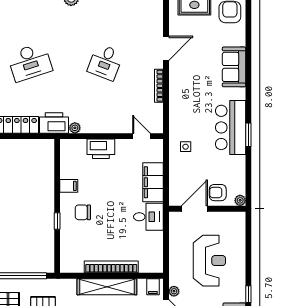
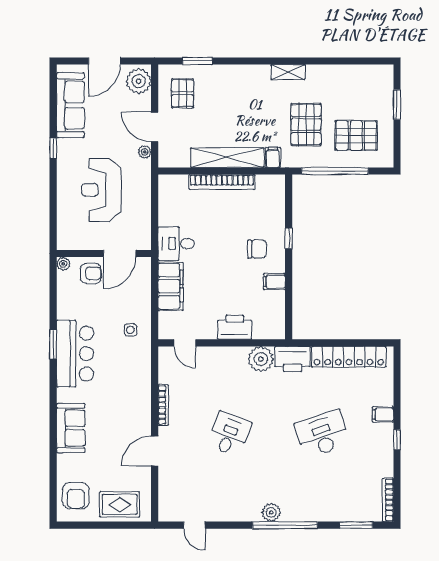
plant: (75, 128) -> (261, 359), width x1.88, depth x1.88
filing cabinet: (153, 287) -> (273, 157), moved

